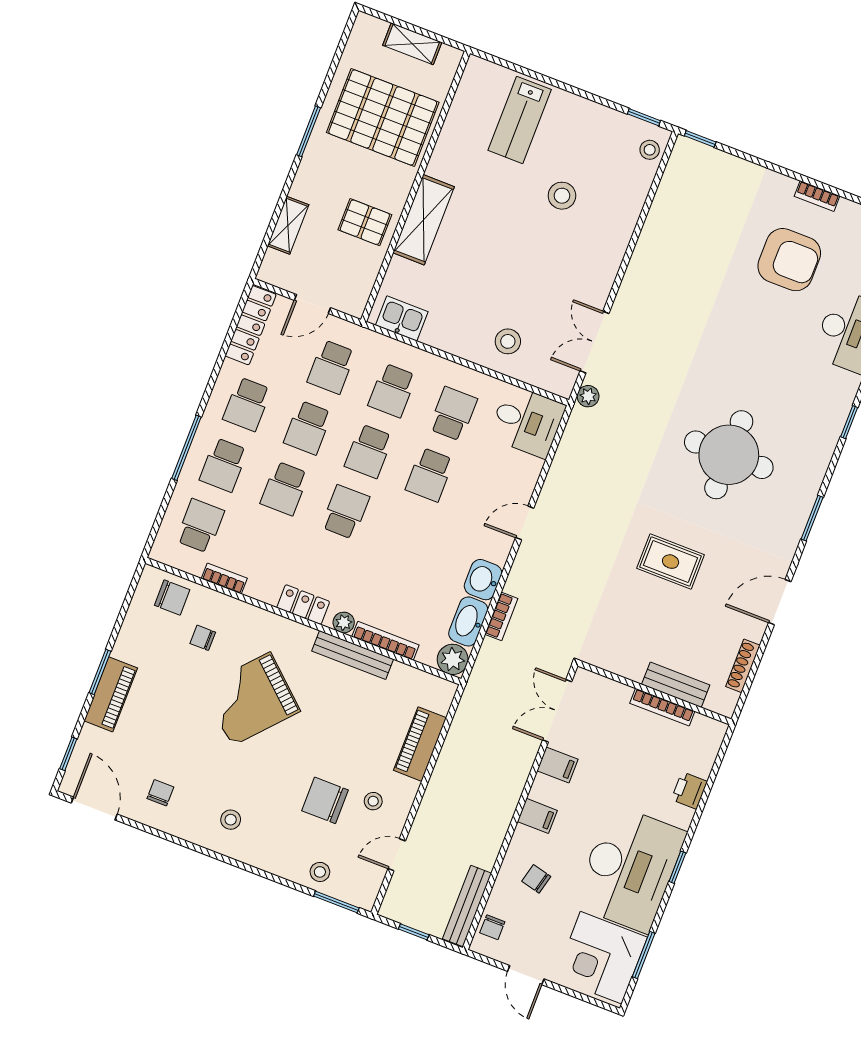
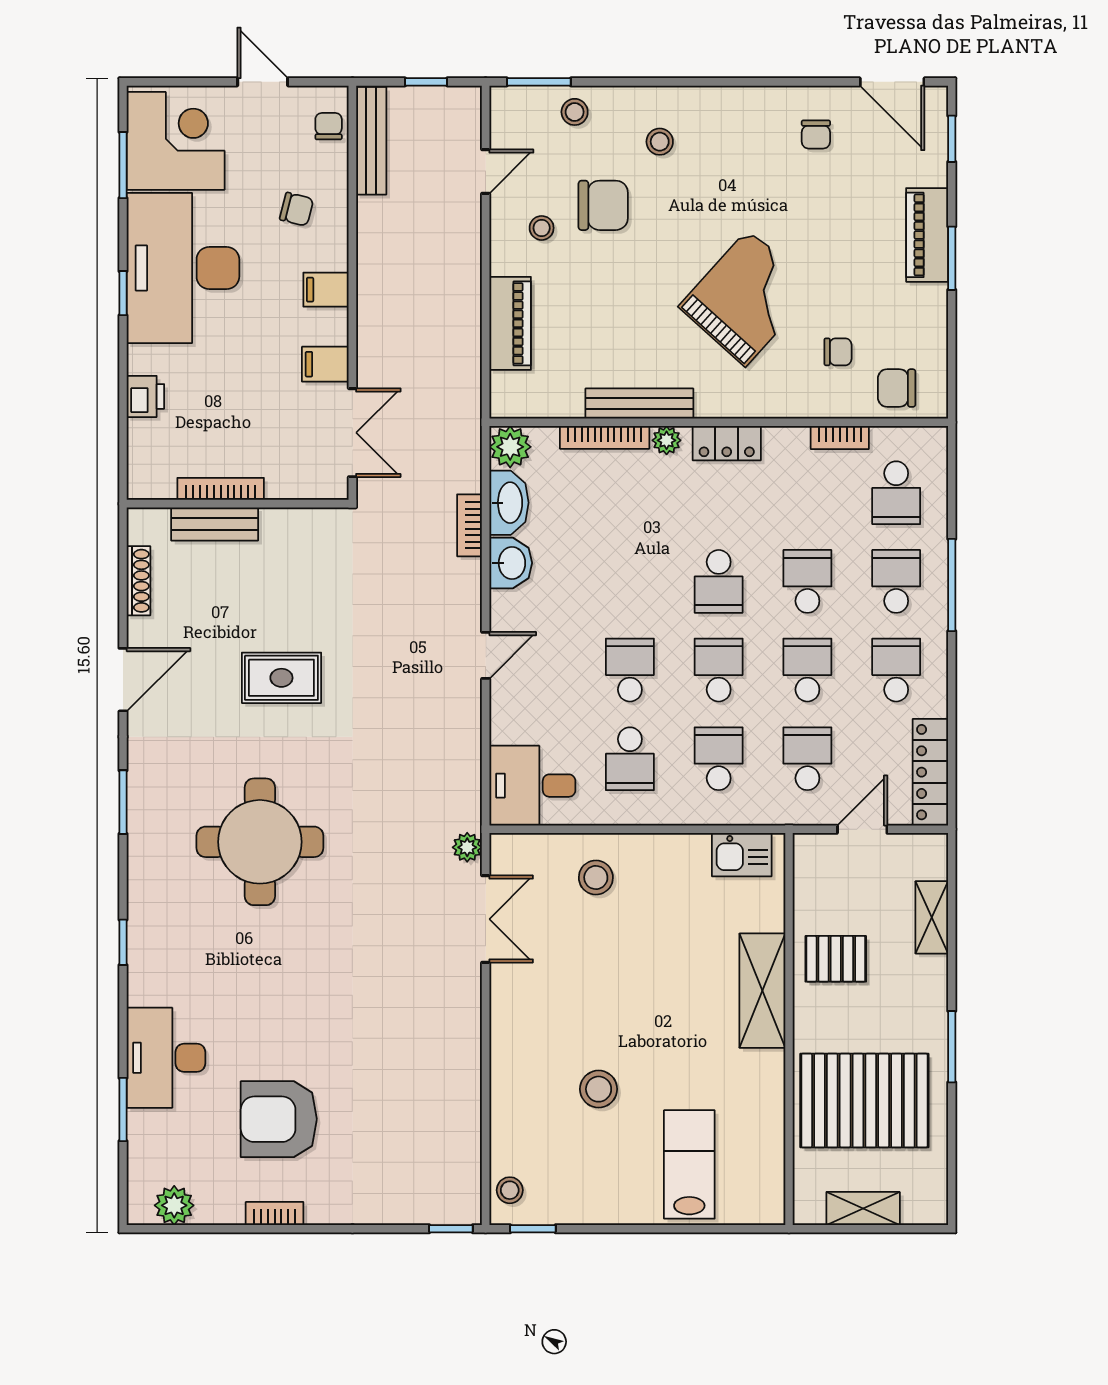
stool: (231, 820) -> (660, 142), moved

